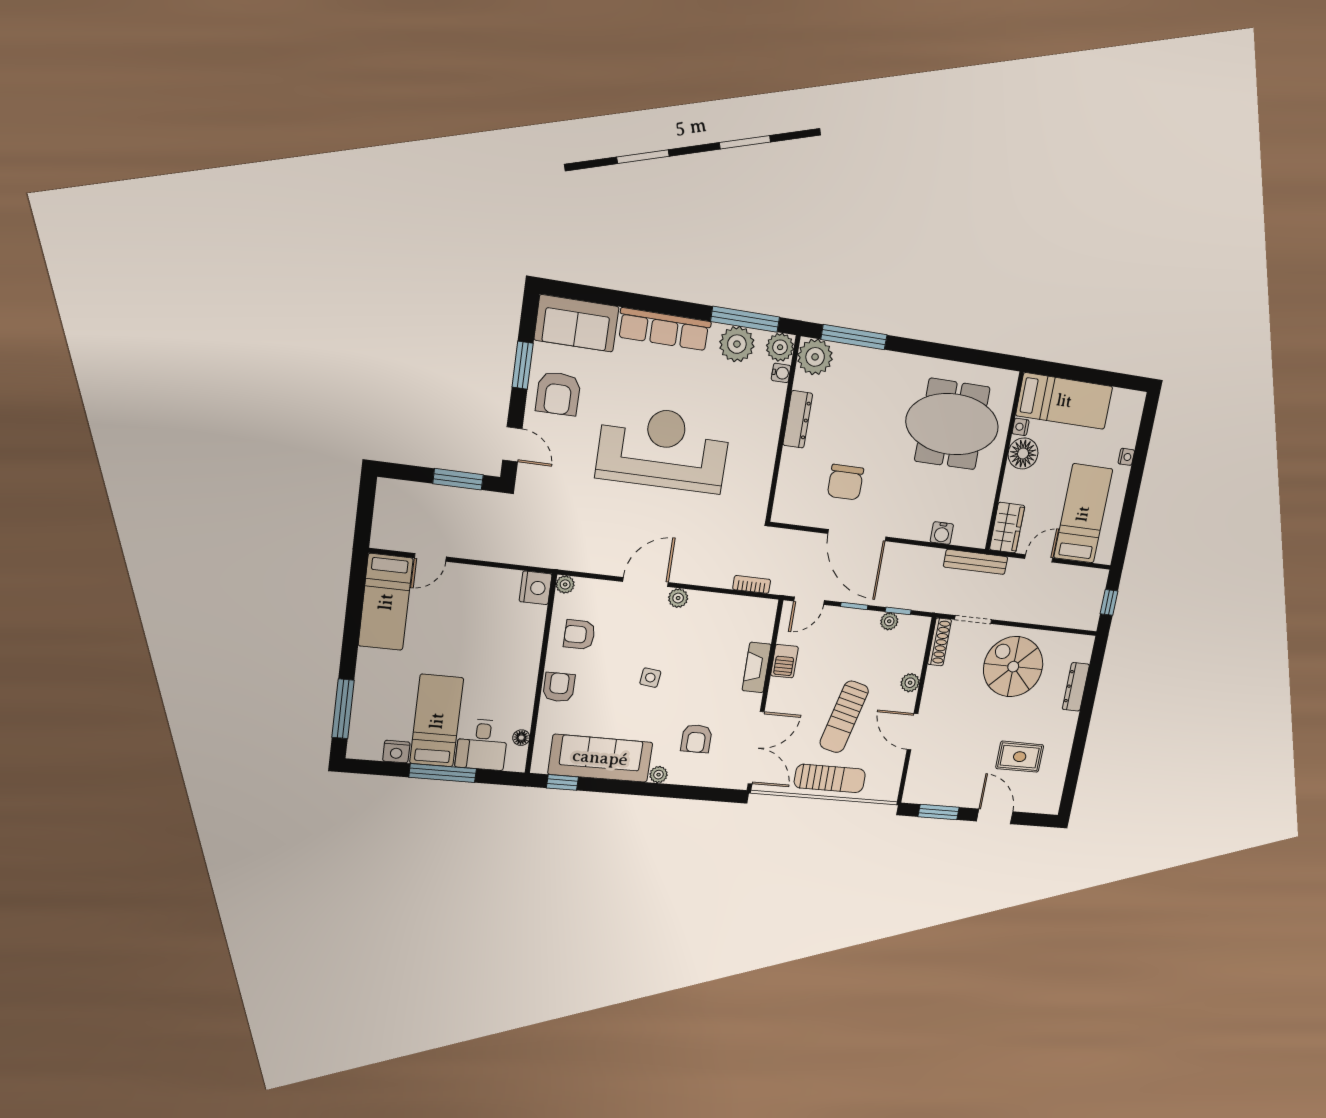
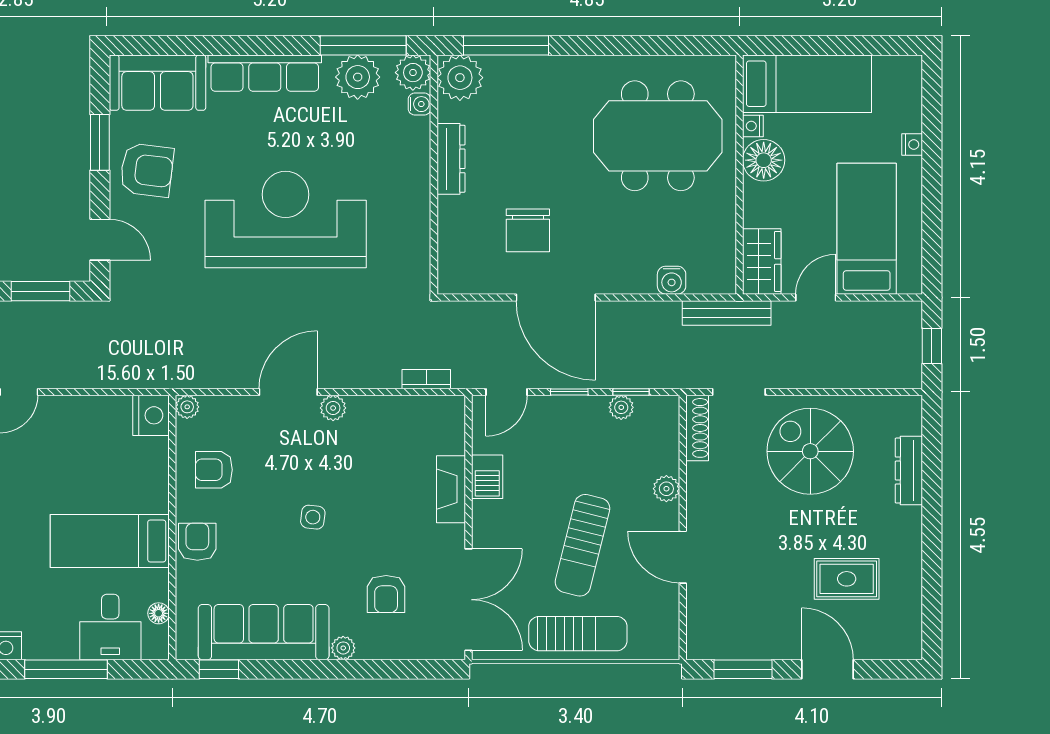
armchair: (558, 394) -> (147, 170), turned -83
bed: (437, 721) -> (110, 541), moved, turned -90

